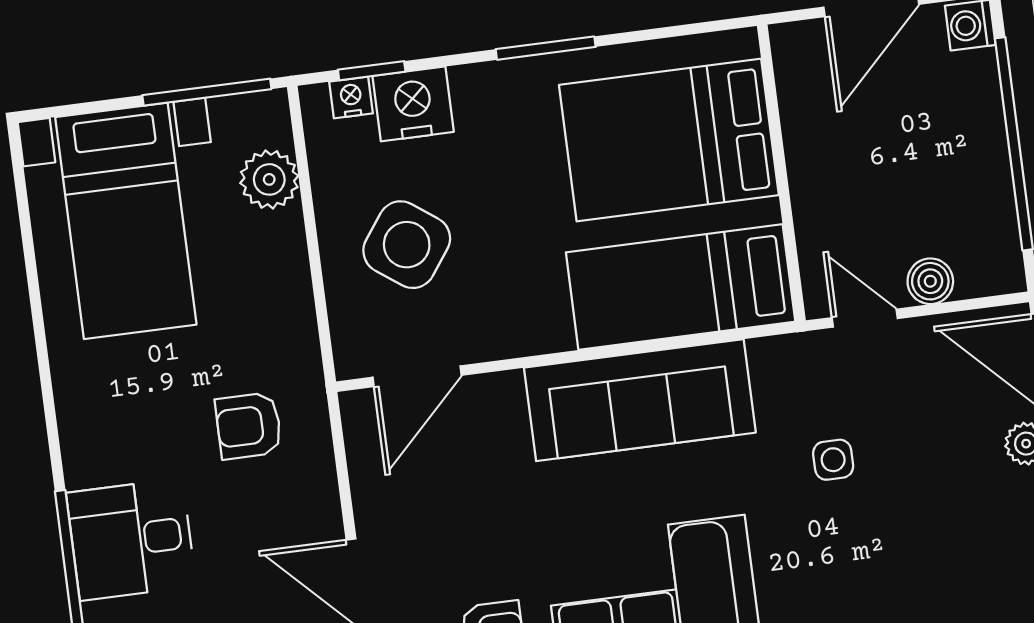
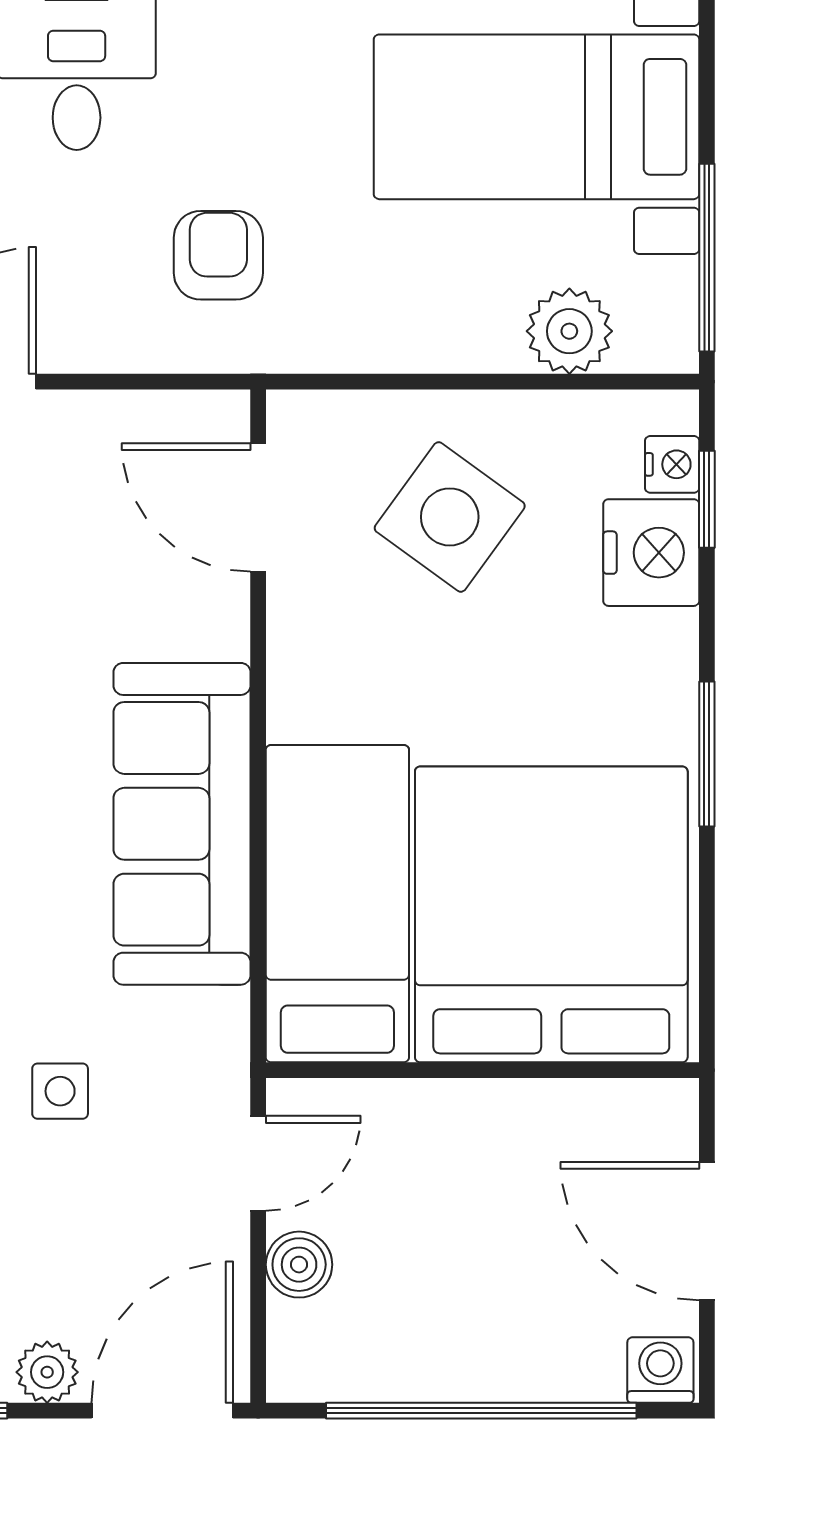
bed: (669, 140) -> (551, 914), width x1.36

